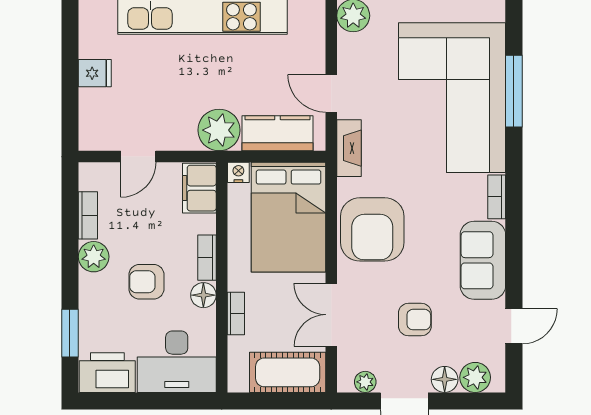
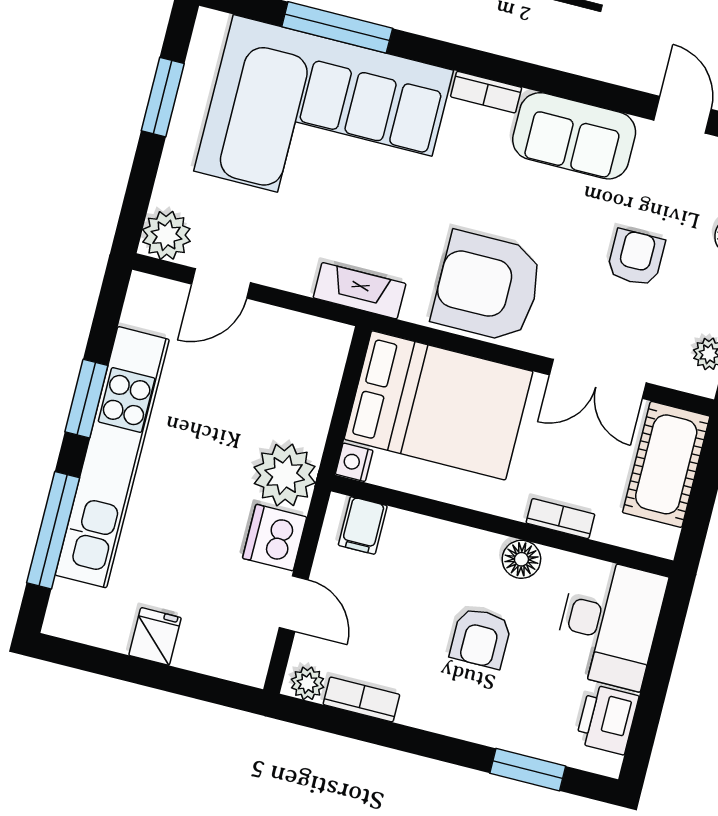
door: (331, 93) -> (221, 283), moved
kitchen counter: (278, 133) -> (311, 390), removed
dishwasher: (177, 134) -> (275, 538), added
filing cabinet: (199, 188) -> (363, 525), width x0.50
armchair: (372, 229) -> (488, 287), turned 180
plant: (94, 257) -> (308, 683), moved, width x0.73, depth x0.73
bookcase: (207, 258) -> (468, 540), removed
printer: (107, 373) -> (607, 719), width x0.73, depth x0.84

